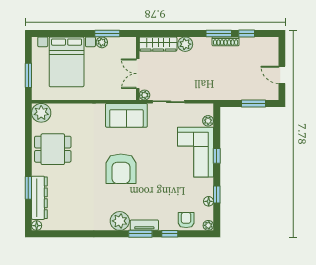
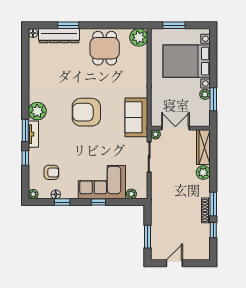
armchair: (186, 220) -> (51, 172), moved

